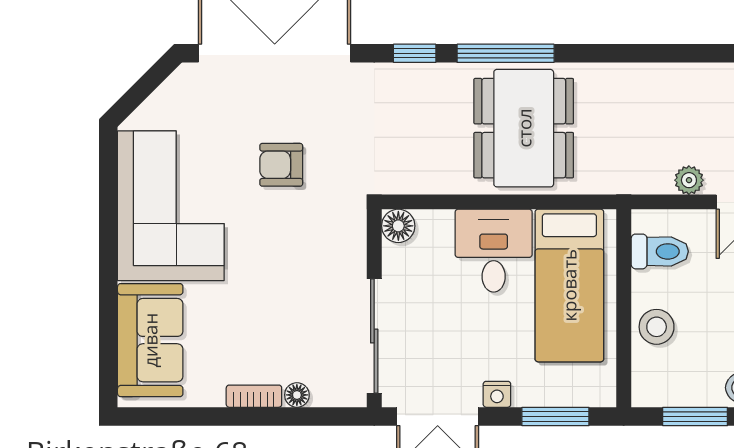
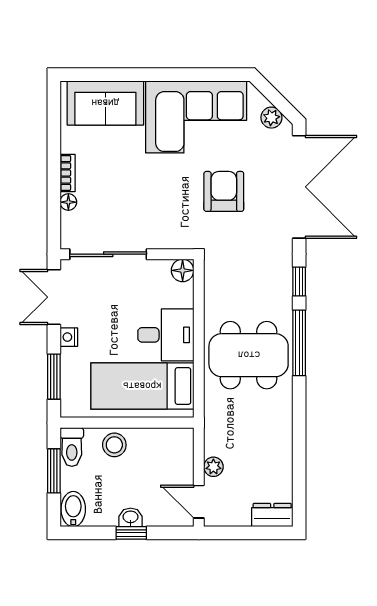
plant: (172, 94) -> (271, 118), added
armchair: (281, 165) -> (224, 191), width x1.38, depth x1.38
toilet: (660, 251) -> (72, 447), moved

